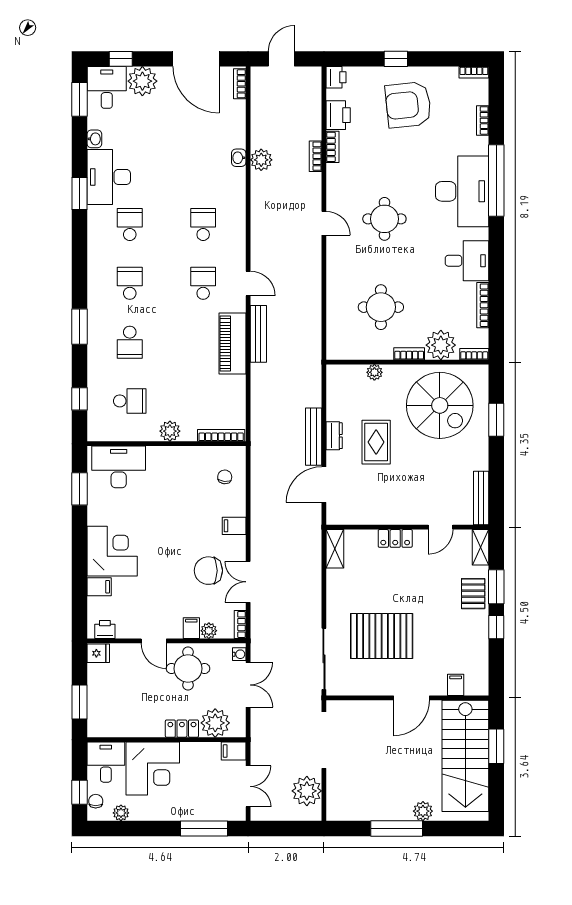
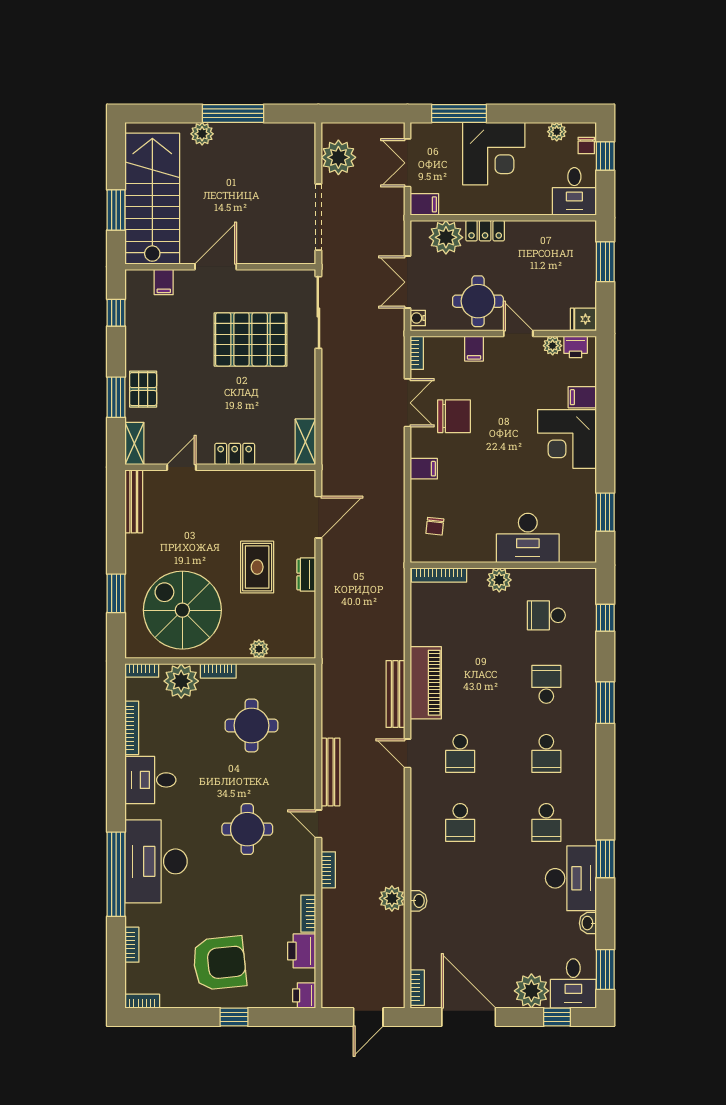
bookcase: (315, 156) -> (328, 870), moved
bench: (314, 437) -> (330, 772), moved
desk: (119, 467) -> (528, 538), moved
window: (496, 627) -> (116, 313), moved
plant: (209, 631) -> (553, 346), moved
corner desk: (153, 768) -> (494, 154), moved, turned 180

